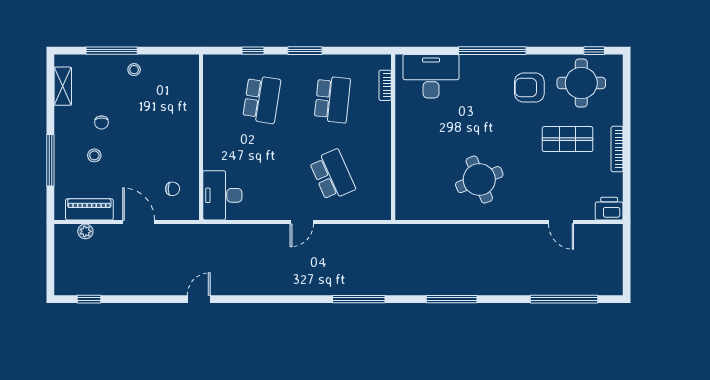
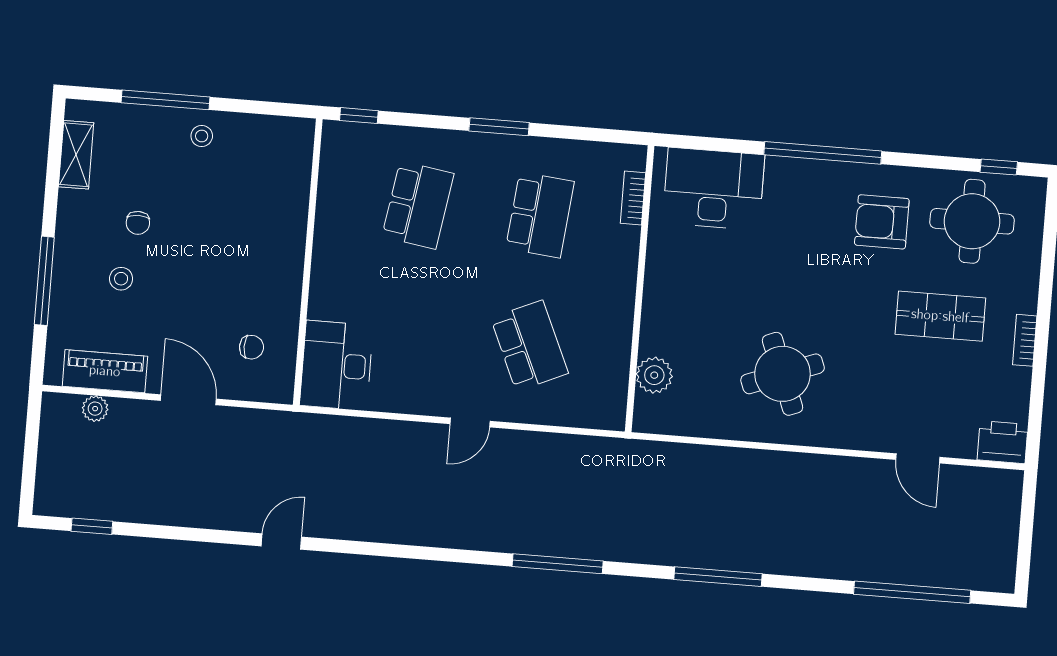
window: (253, 51) -> (359, 116), moved
bookcase: (617, 149) -> (1025, 340), width x0.64
plant: (406, 186) -> (654, 375), added

